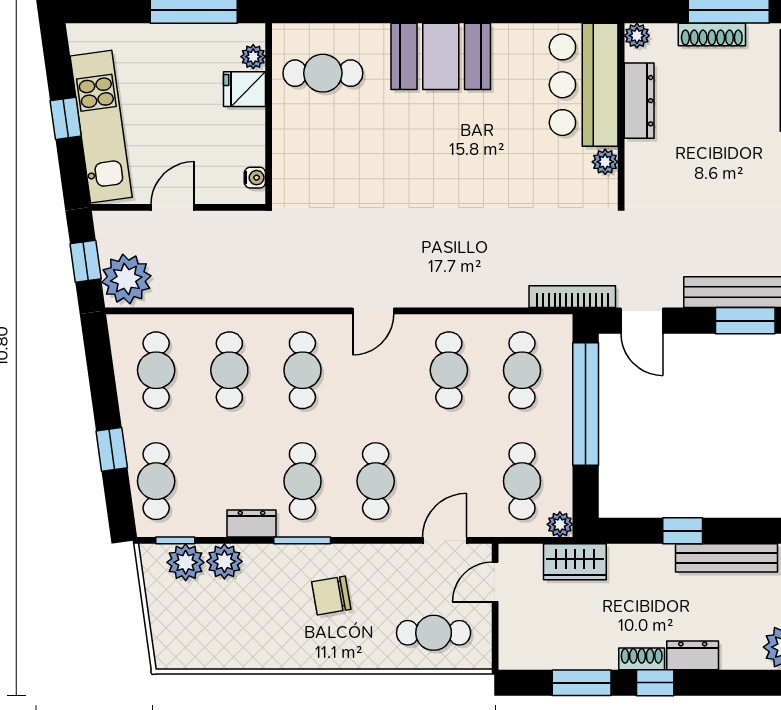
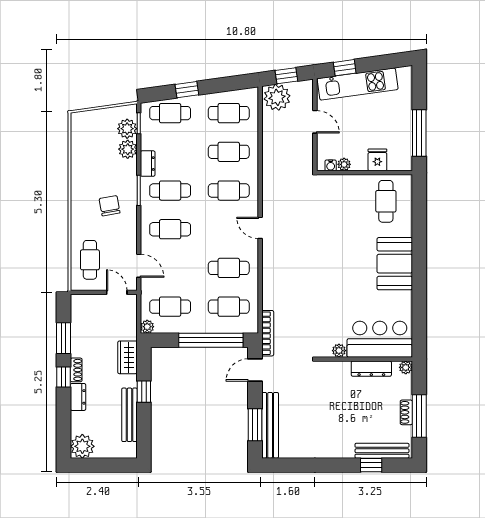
shoe rack: (712, 35) -> (406, 412), width x0.70
plant: (253, 57) -> (344, 164), moved
window: (66, 118) -> (345, 68), moved
wardrobe: (575, 562) -> (127, 357), moved

